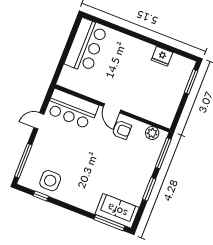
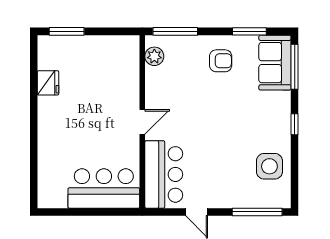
bar counter: (86, 46) -> (104, 188), moved
armchair: (122, 130) -> (221, 61), moved, turned 90
window: (149, 189) -> (249, 31), moved
window: (41, 196) -> (295, 124), moved

